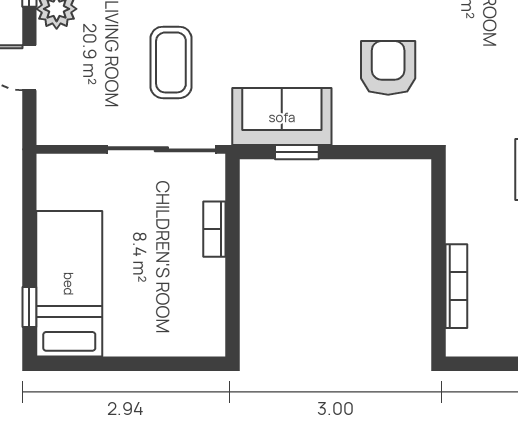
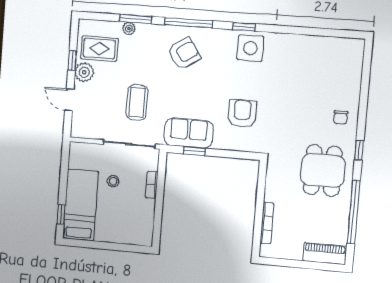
stool: (134, 228) -> (113, 181), added

